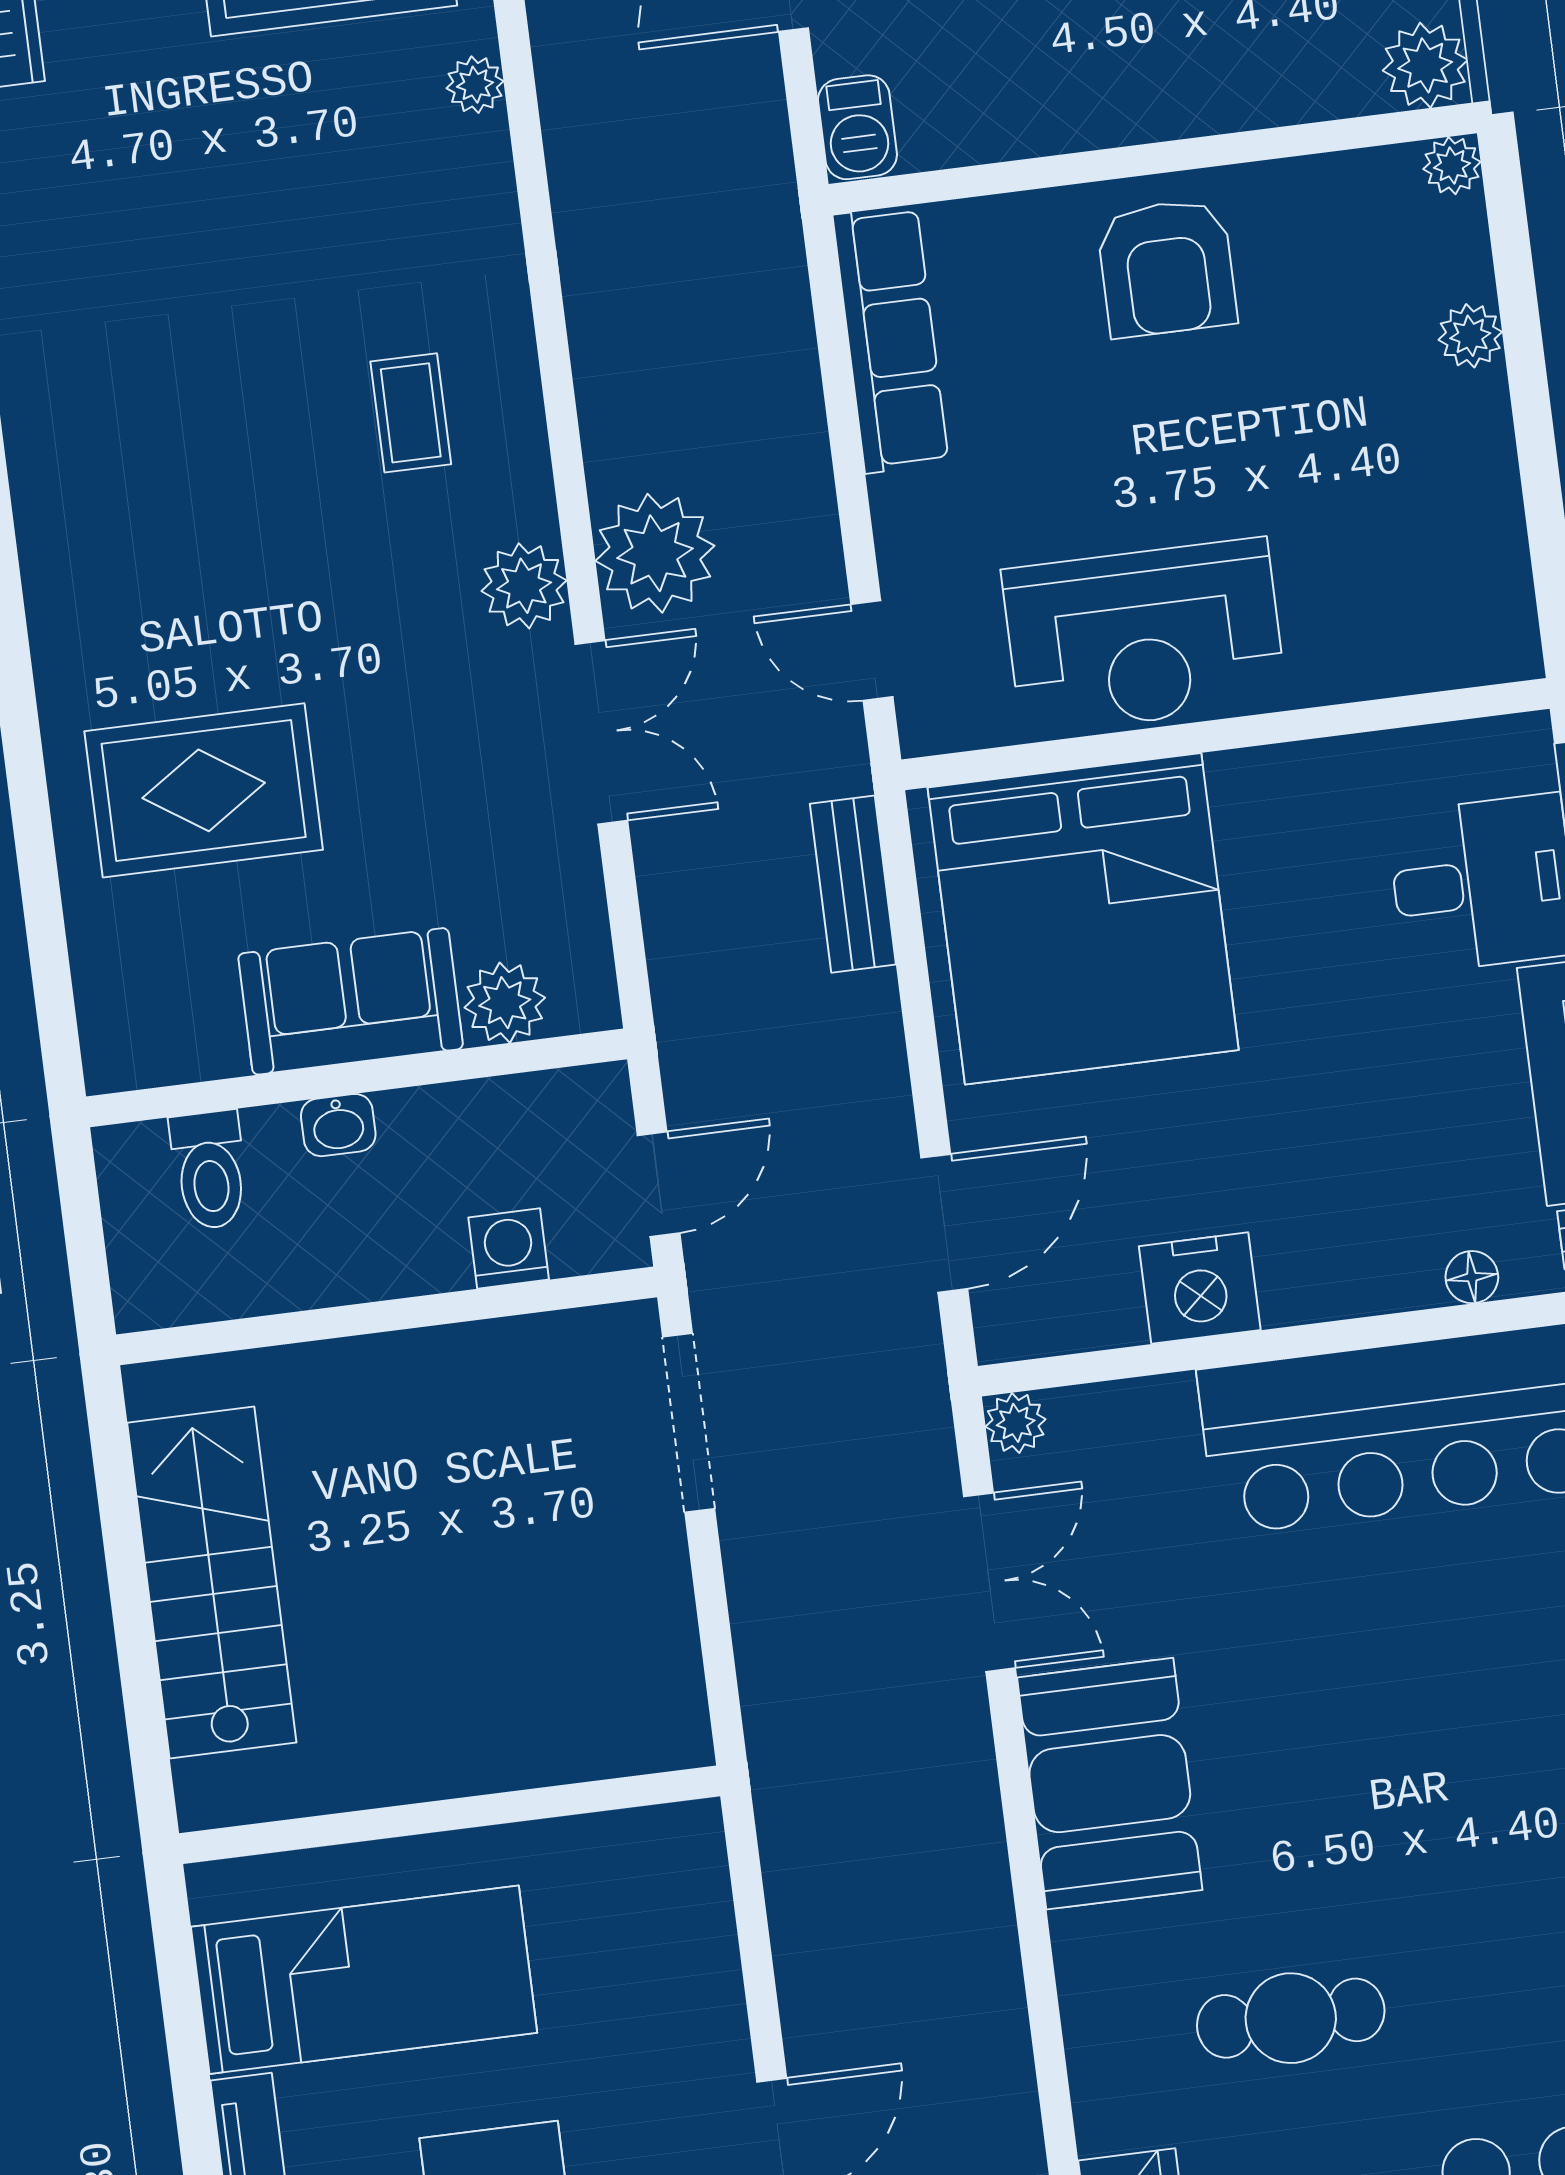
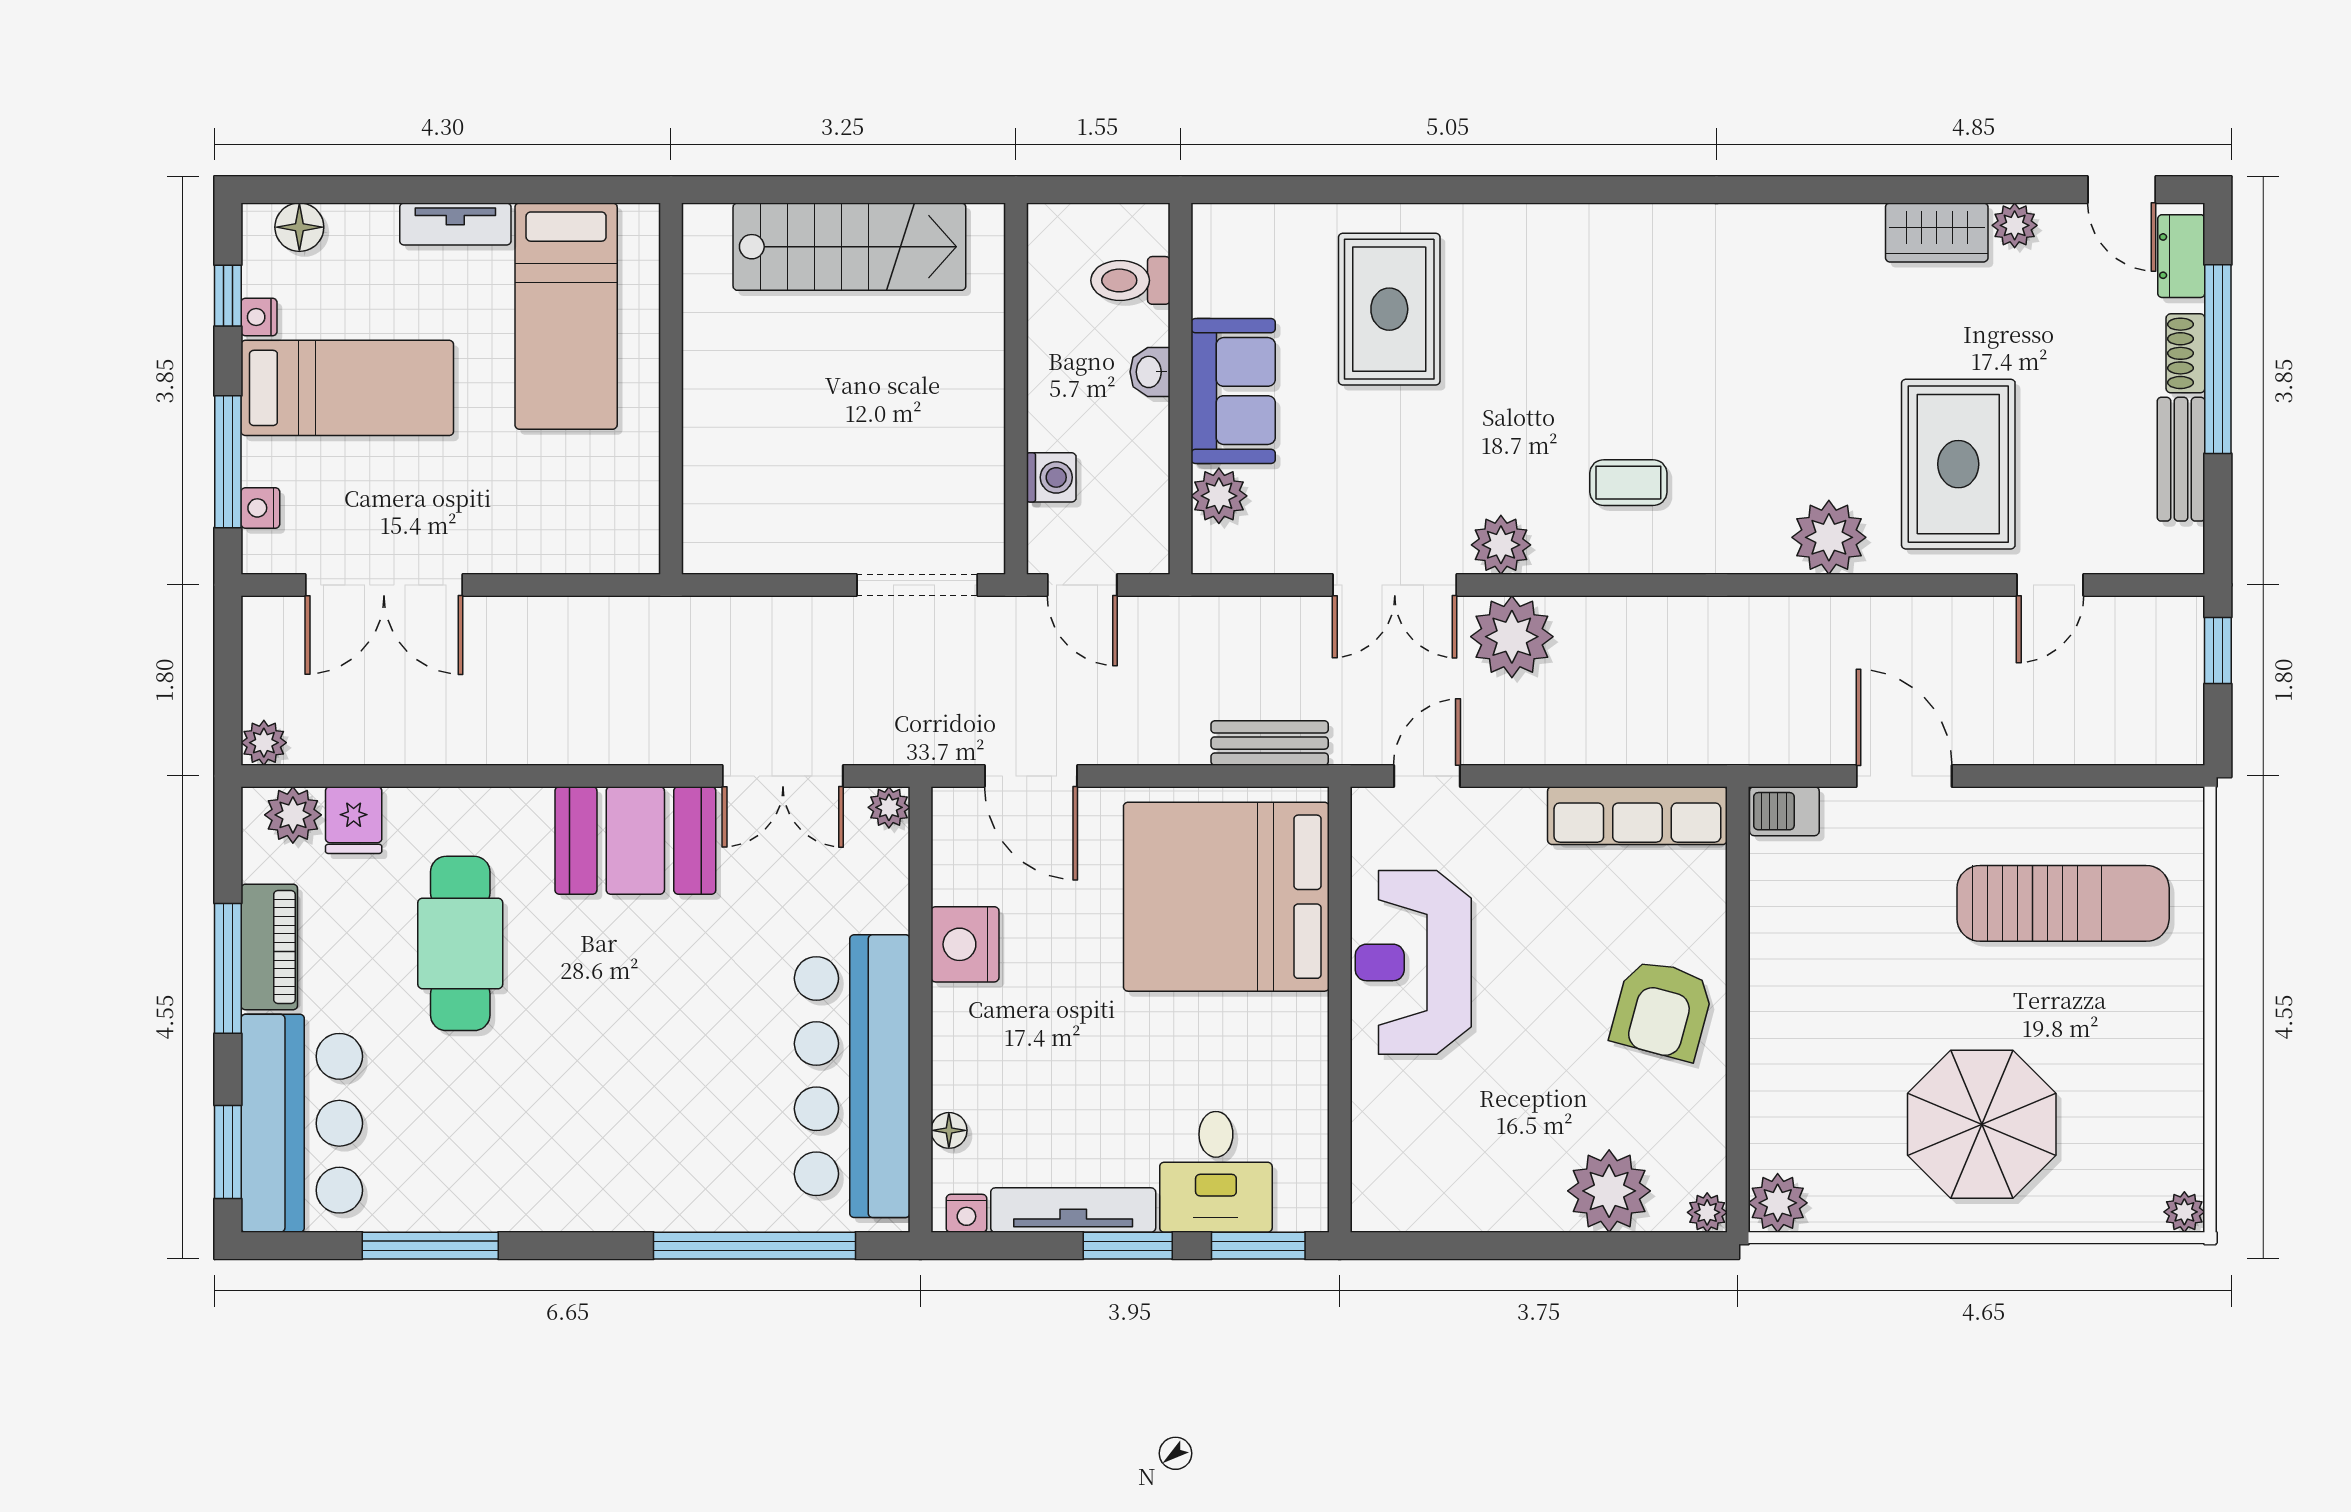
plant: (475, 85) -> (1829, 537), width x1.87, depth x1.87
armchair: (1167, 268) -> (1662, 1010), turned -75
plant: (1470, 336) -> (1609, 1191), width x1.87, depth x1.87
cafe table: (1291, 2018) -> (460, 943), width x1.37, depth x1.35

